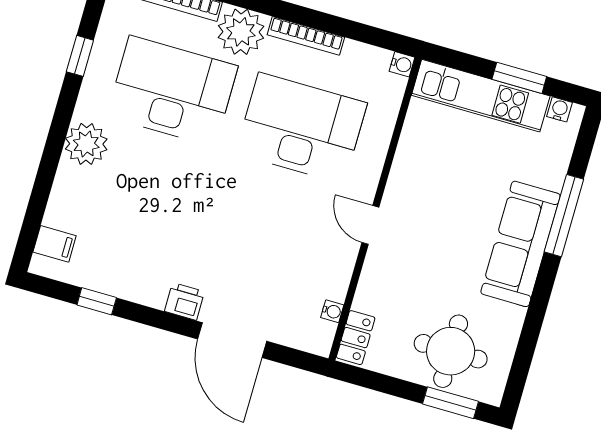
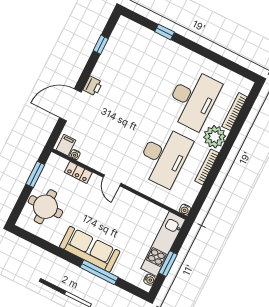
window: (80, 56) -> (165, 32), moved
plant: (86, 144) -> (176, 54), removed
door: (370, 225) -> (112, 180), swing flipped
filing cabinet: (55, 244) -> (66, 145), moved, turned 180
locker: (356, 338) -> (78, 172), moved
window: (450, 403) -> (35, 174), moved

